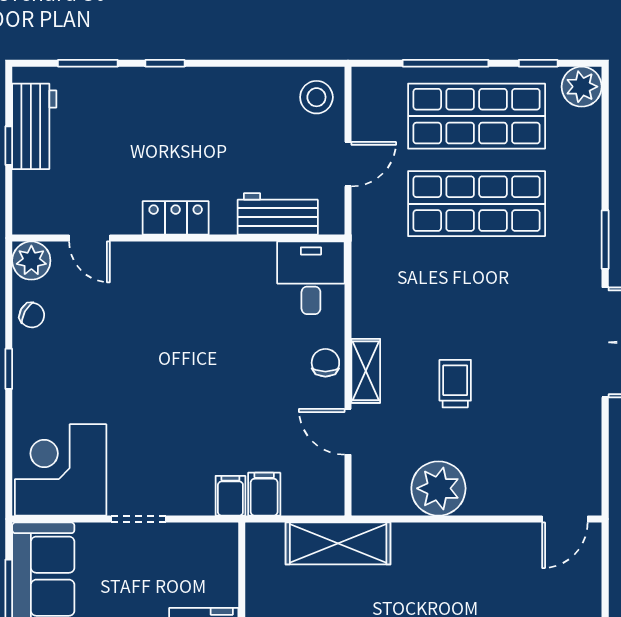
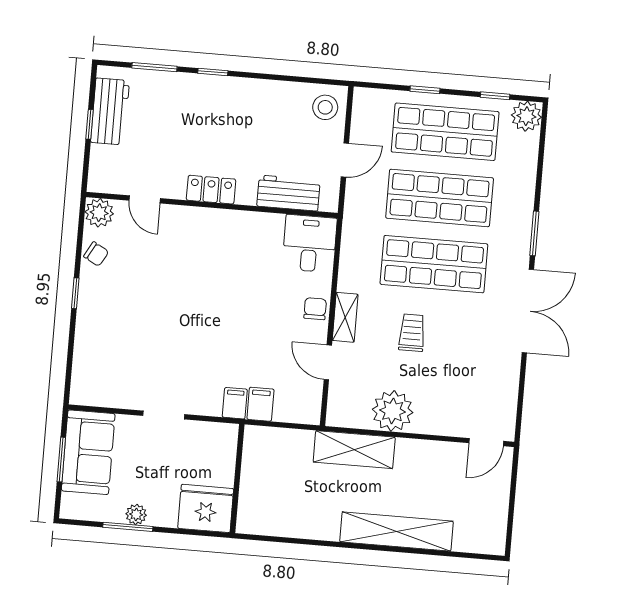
window: (446, 63) -> (425, 90), width x0.46
shop shelf: (477, 291) -> (434, 264), added
corner desk: (61, 470) -> (108, 373), removed
shelving: (338, 543) -> (354, 450), moved

